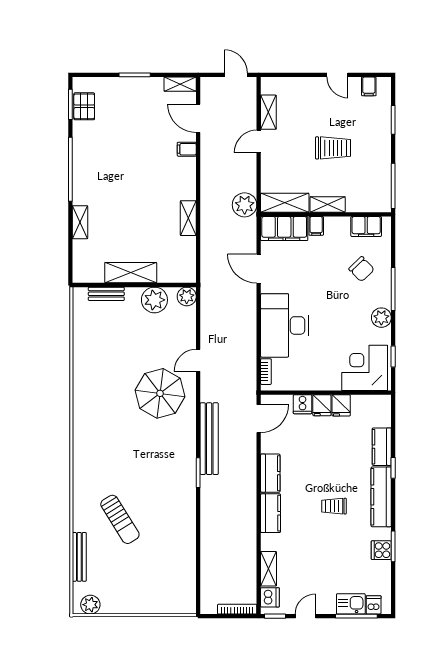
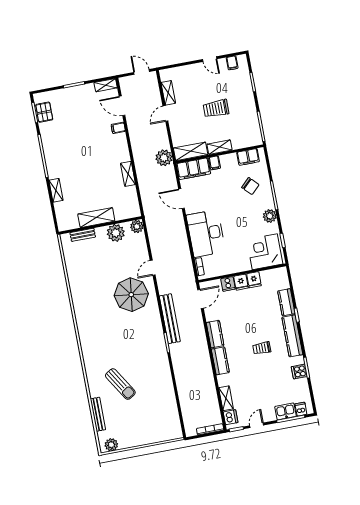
trolley: (333, 148) -> (216, 109), turned 180

